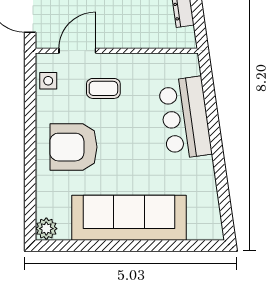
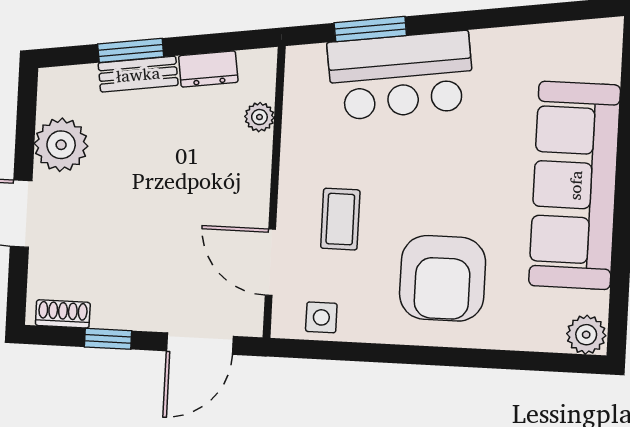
plant: (158, 41) -> (259, 117), added
window: (210, 100) -> (370, 29), added

